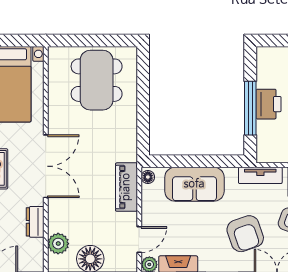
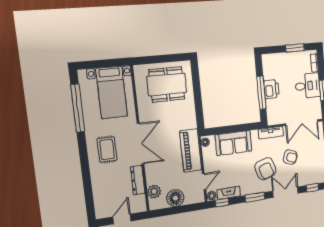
dining table: (97, 80) -> (167, 84), turned 90
piano: (126, 187) -> (191, 150), width x1.37, depth x1.33
dresser: (35, 222) -> (138, 180), width x1.44

